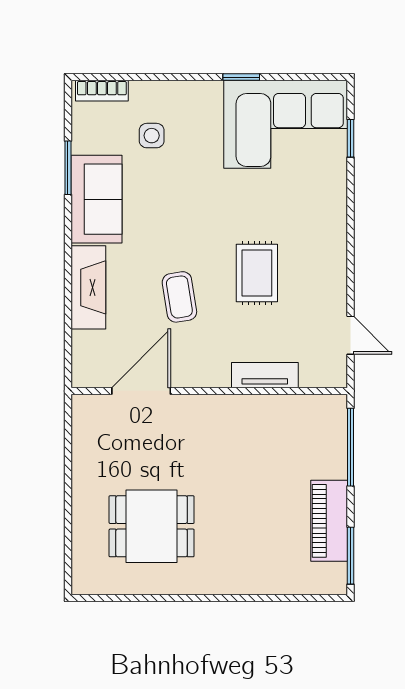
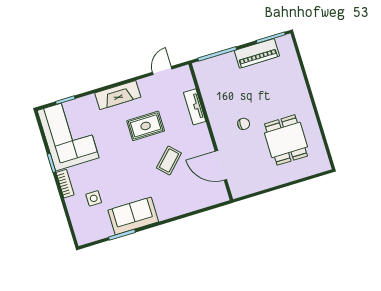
bookcase: (102, 91) -> (65, 184), moved
fireplace: (88, 287) -> (118, 95), moved, turned 180
coffee table: (179, 297) -> (169, 161), turned -36
chair: (205, 457) -> (244, 124), added

